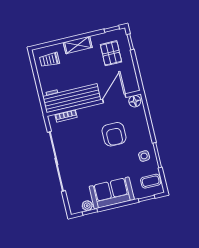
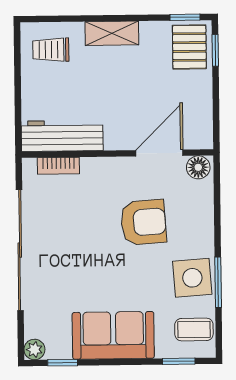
pallet: (111, 53) -> (189, 47), moved
workbench: (71, 97) -> (62, 136), width x0.73, depth x0.76
armchair: (114, 134) -> (143, 222), turned -94
side table: (144, 156) -> (192, 278), width x1.87, depth x1.87
plant: (87, 206) -> (34, 349), moved

